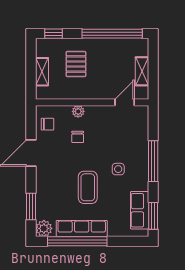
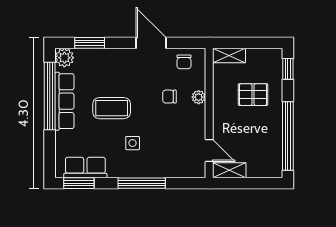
shelving: (142, 71) -> (229, 170), moved
shelving: (42, 72) -> (229, 56), moved

